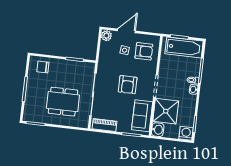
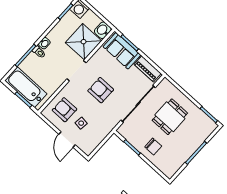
door: (126, 31) -> (67, 139), hinge flipped
plant: (106, 36) -> (88, 148), removed
chair: (43, 67) -> (153, 146), moved
armchair: (128, 85) -> (101, 90), turned -90
dining table: (63, 102) -> (170, 117), width x0.73
sofa: (142, 116) -> (122, 51), moved, turned 90

